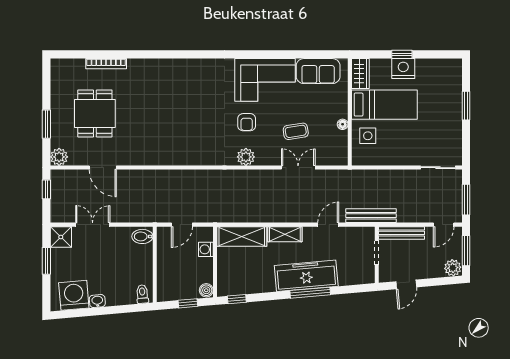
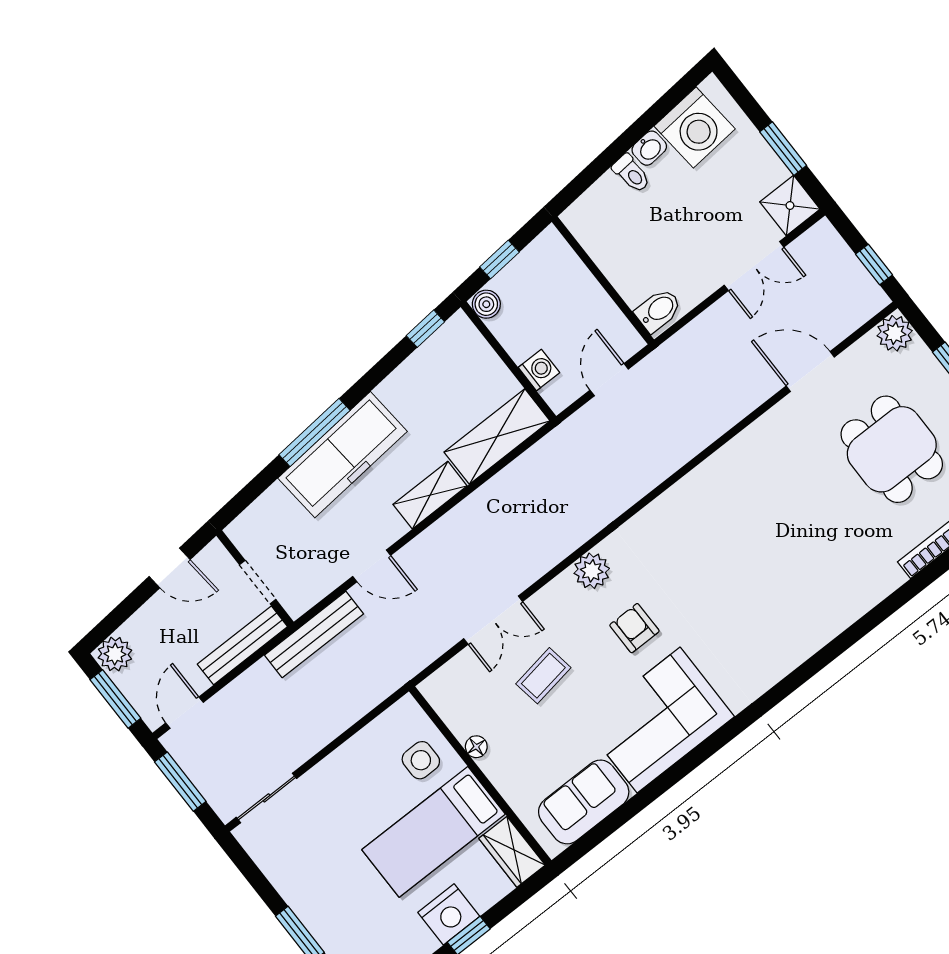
door: (328, 225) -> (372, 566), hinge flipped
door: (406, 284) -> (170, 568), swing flipped
toilet: (142, 294) -> (631, 173), moved

